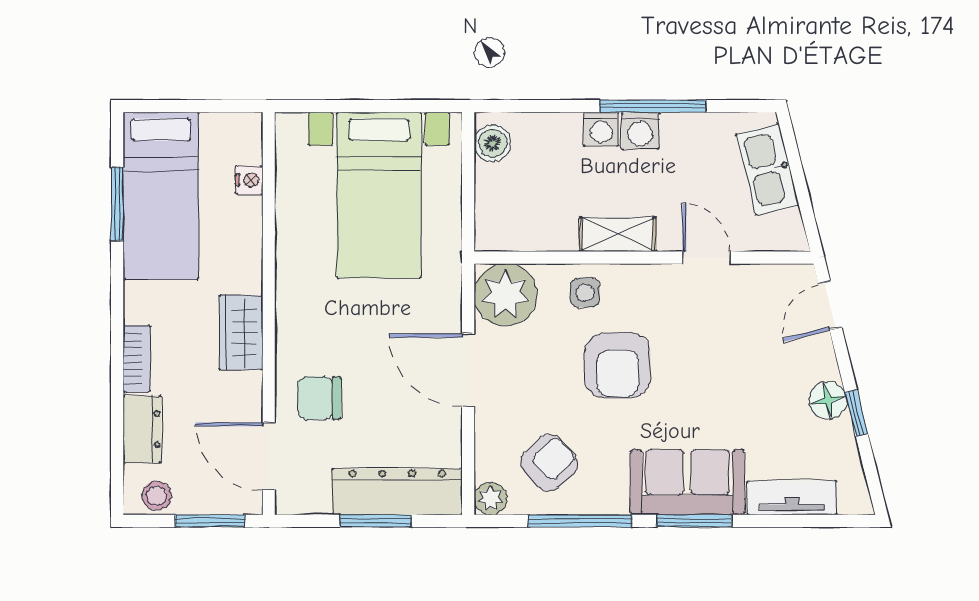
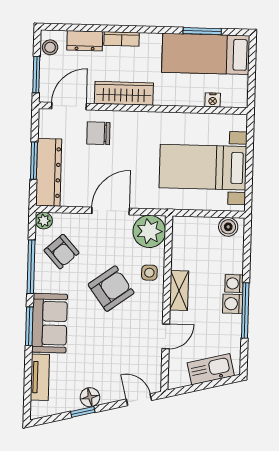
wardrobe: (241, 333) -> (124, 93), width x1.50
armchair: (618, 365) -> (111, 289), turned 144
chair: (319, 398) -> (98, 133), turned -90

